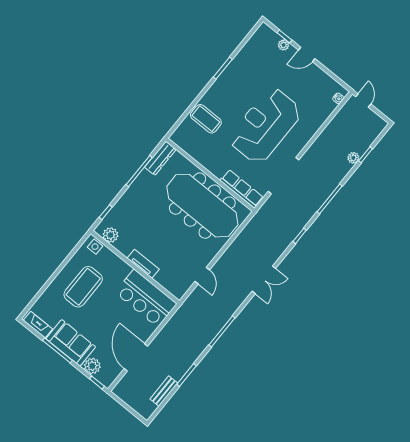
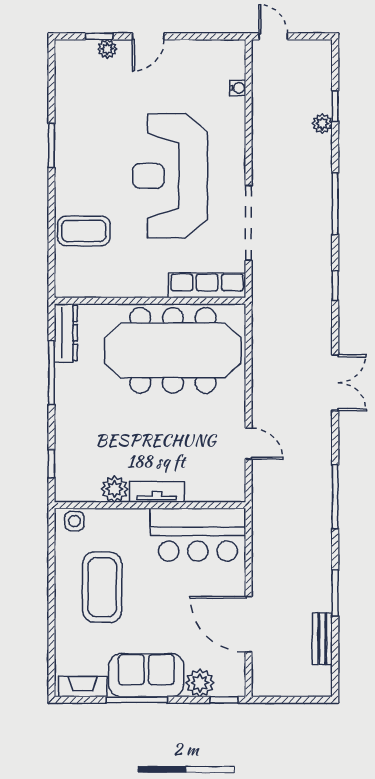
water cooler: (338, 98) -> (238, 88), moved
plant: (110, 235) -> (115, 489), moved

